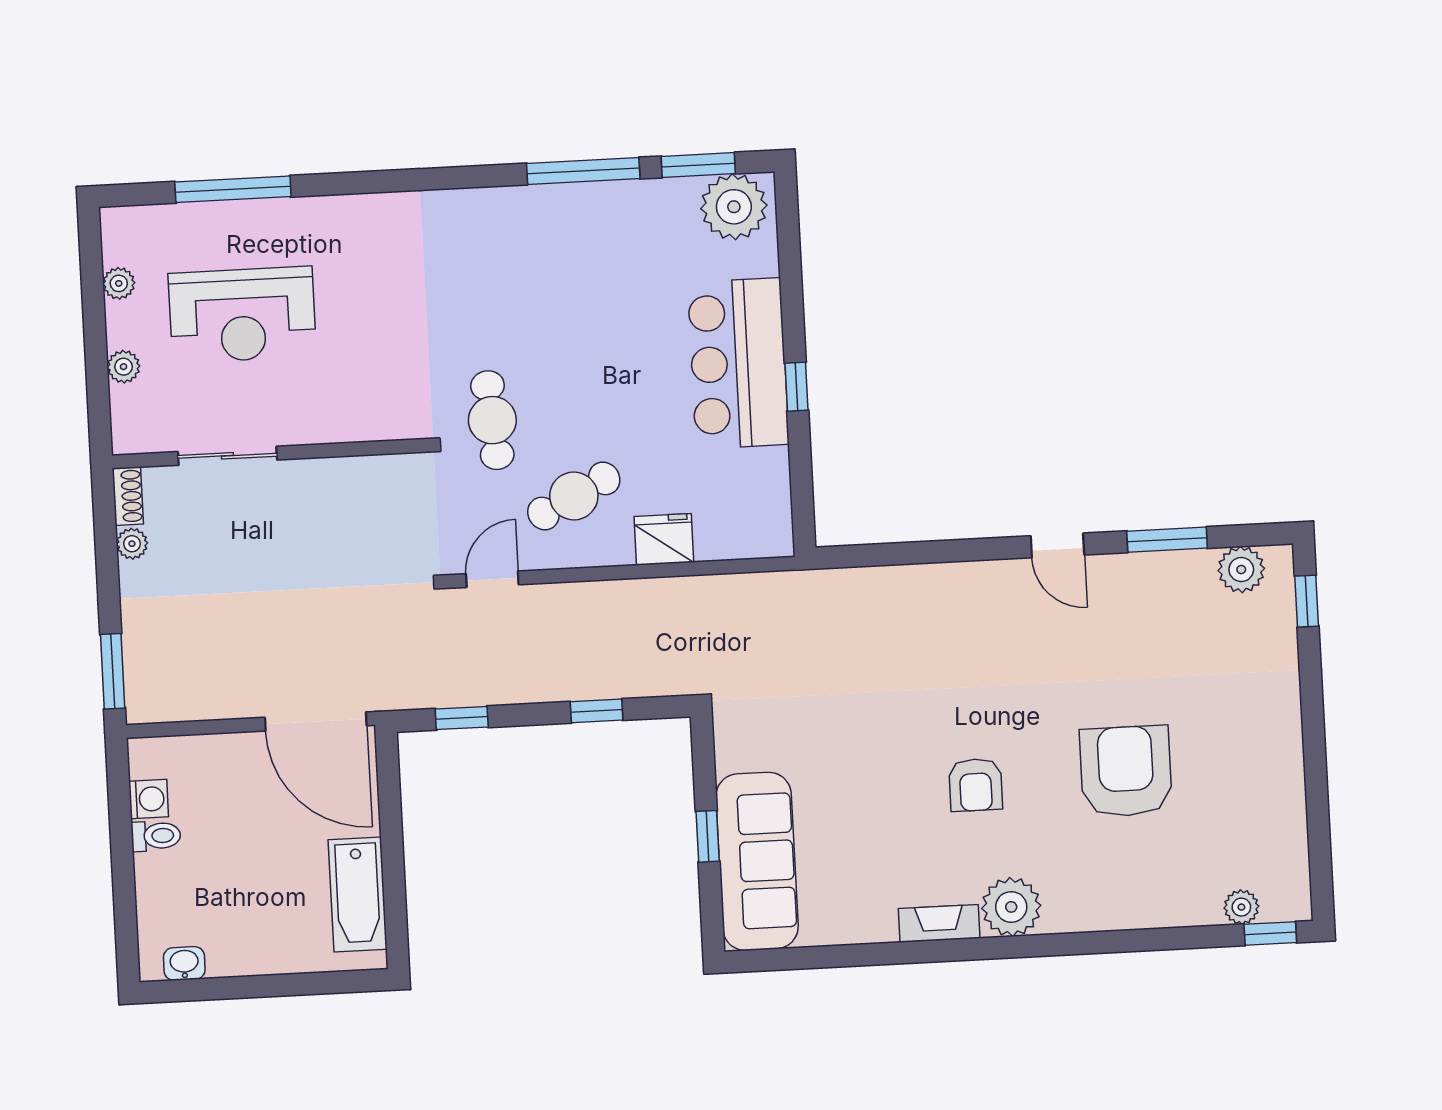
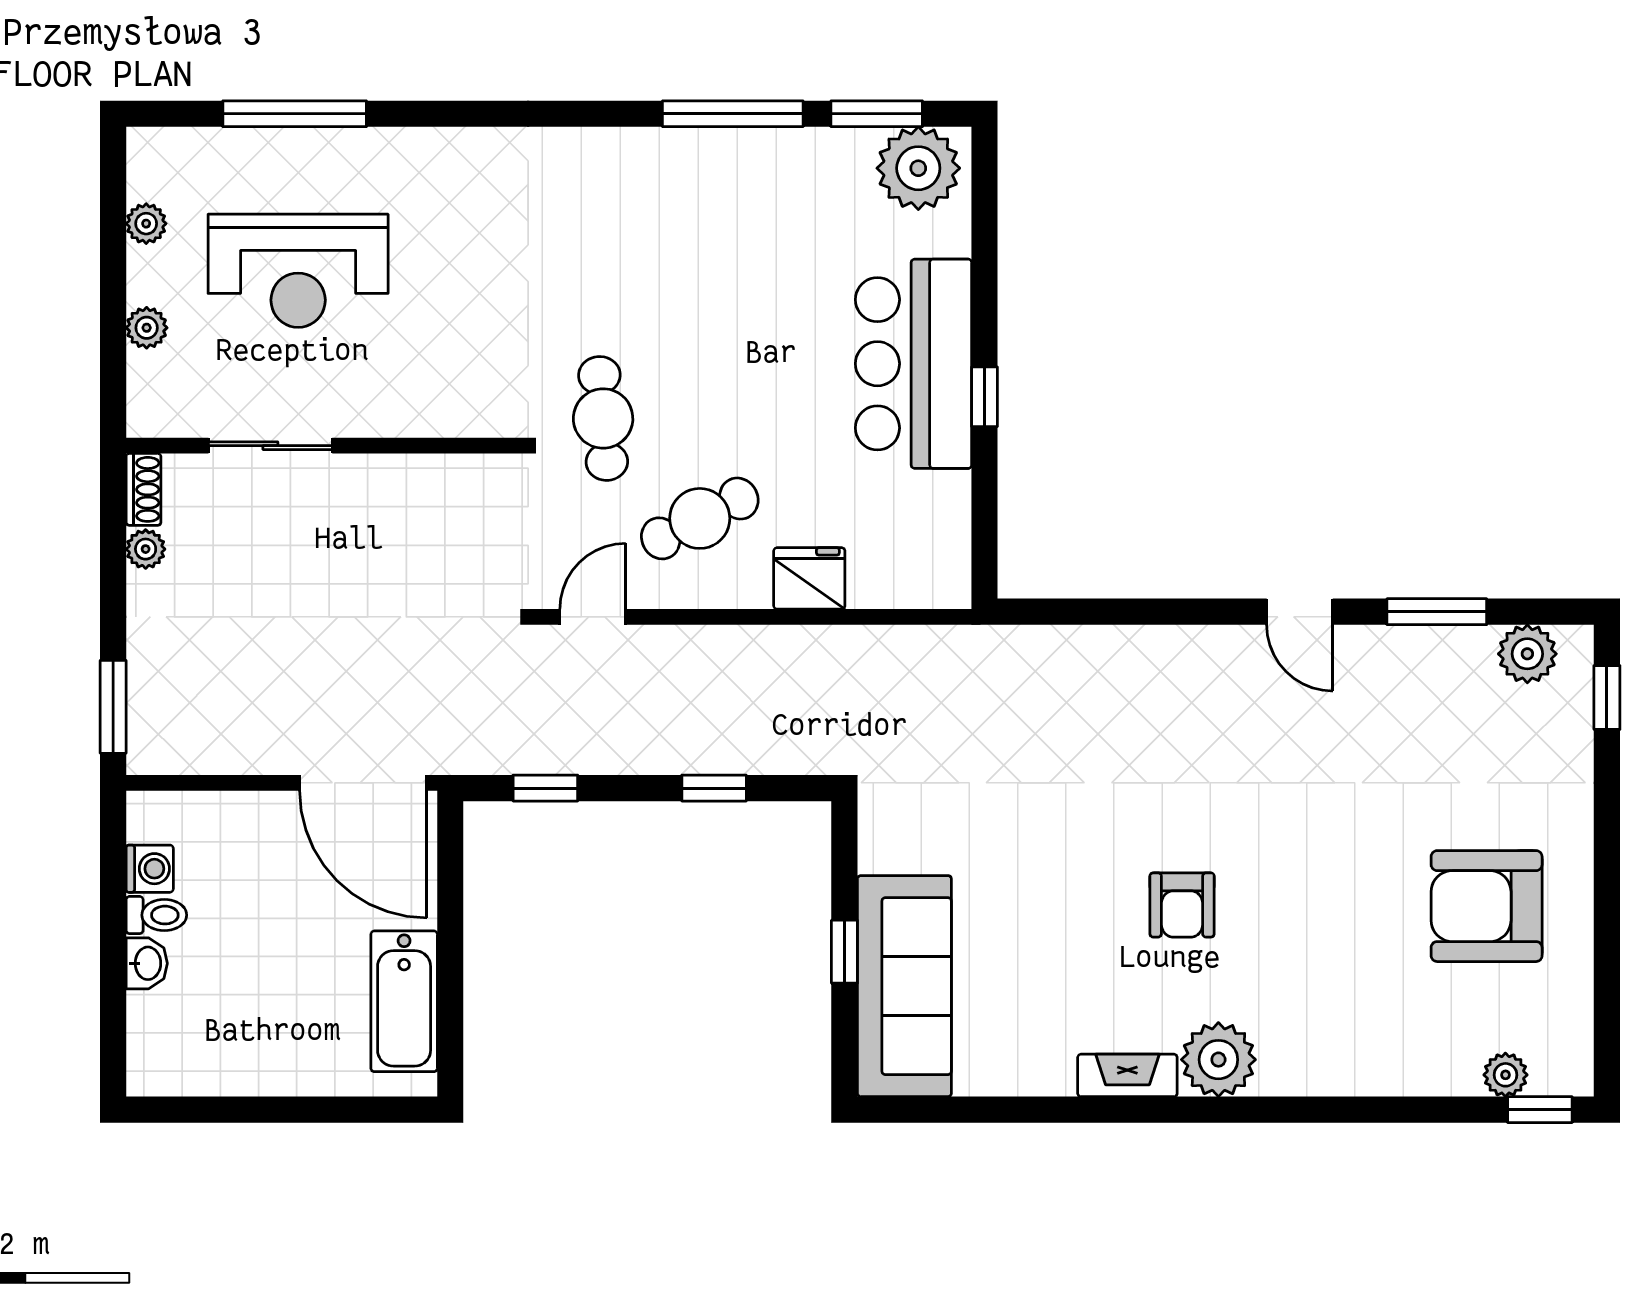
armchair: (1126, 771) -> (1487, 906), moved, turned -90
washbasin: (184, 963) -> (147, 963), moved, turned 90

